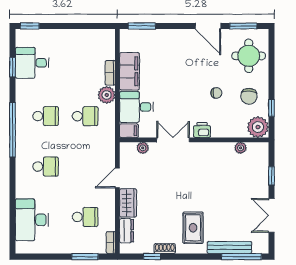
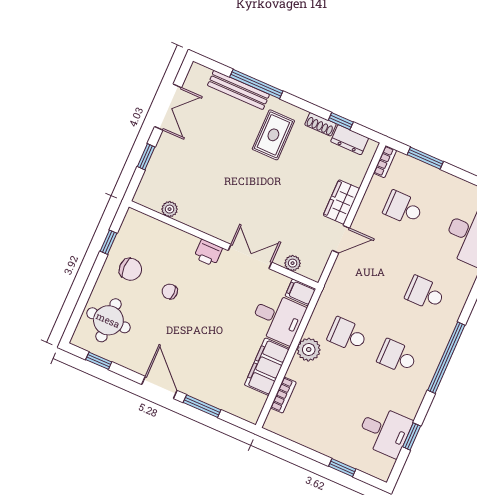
window: (30, 26) -> (342, 468), moved
window: (142, 26) -> (202, 406), moved
door: (208, 26) -> (159, 387), moved
window: (243, 26) -> (99, 361), width x0.67
bookcase: (110, 73) -> (283, 395), moved
chair: (249, 96) -> (130, 269), turned 86
plant: (258, 127) -> (136, 226), removed
double door: (173, 140) -> (250, 256), swing flipped
dresser: (127, 231) -> (350, 140), moved, turned -90
window: (241, 257) -> (256, 84), moved

